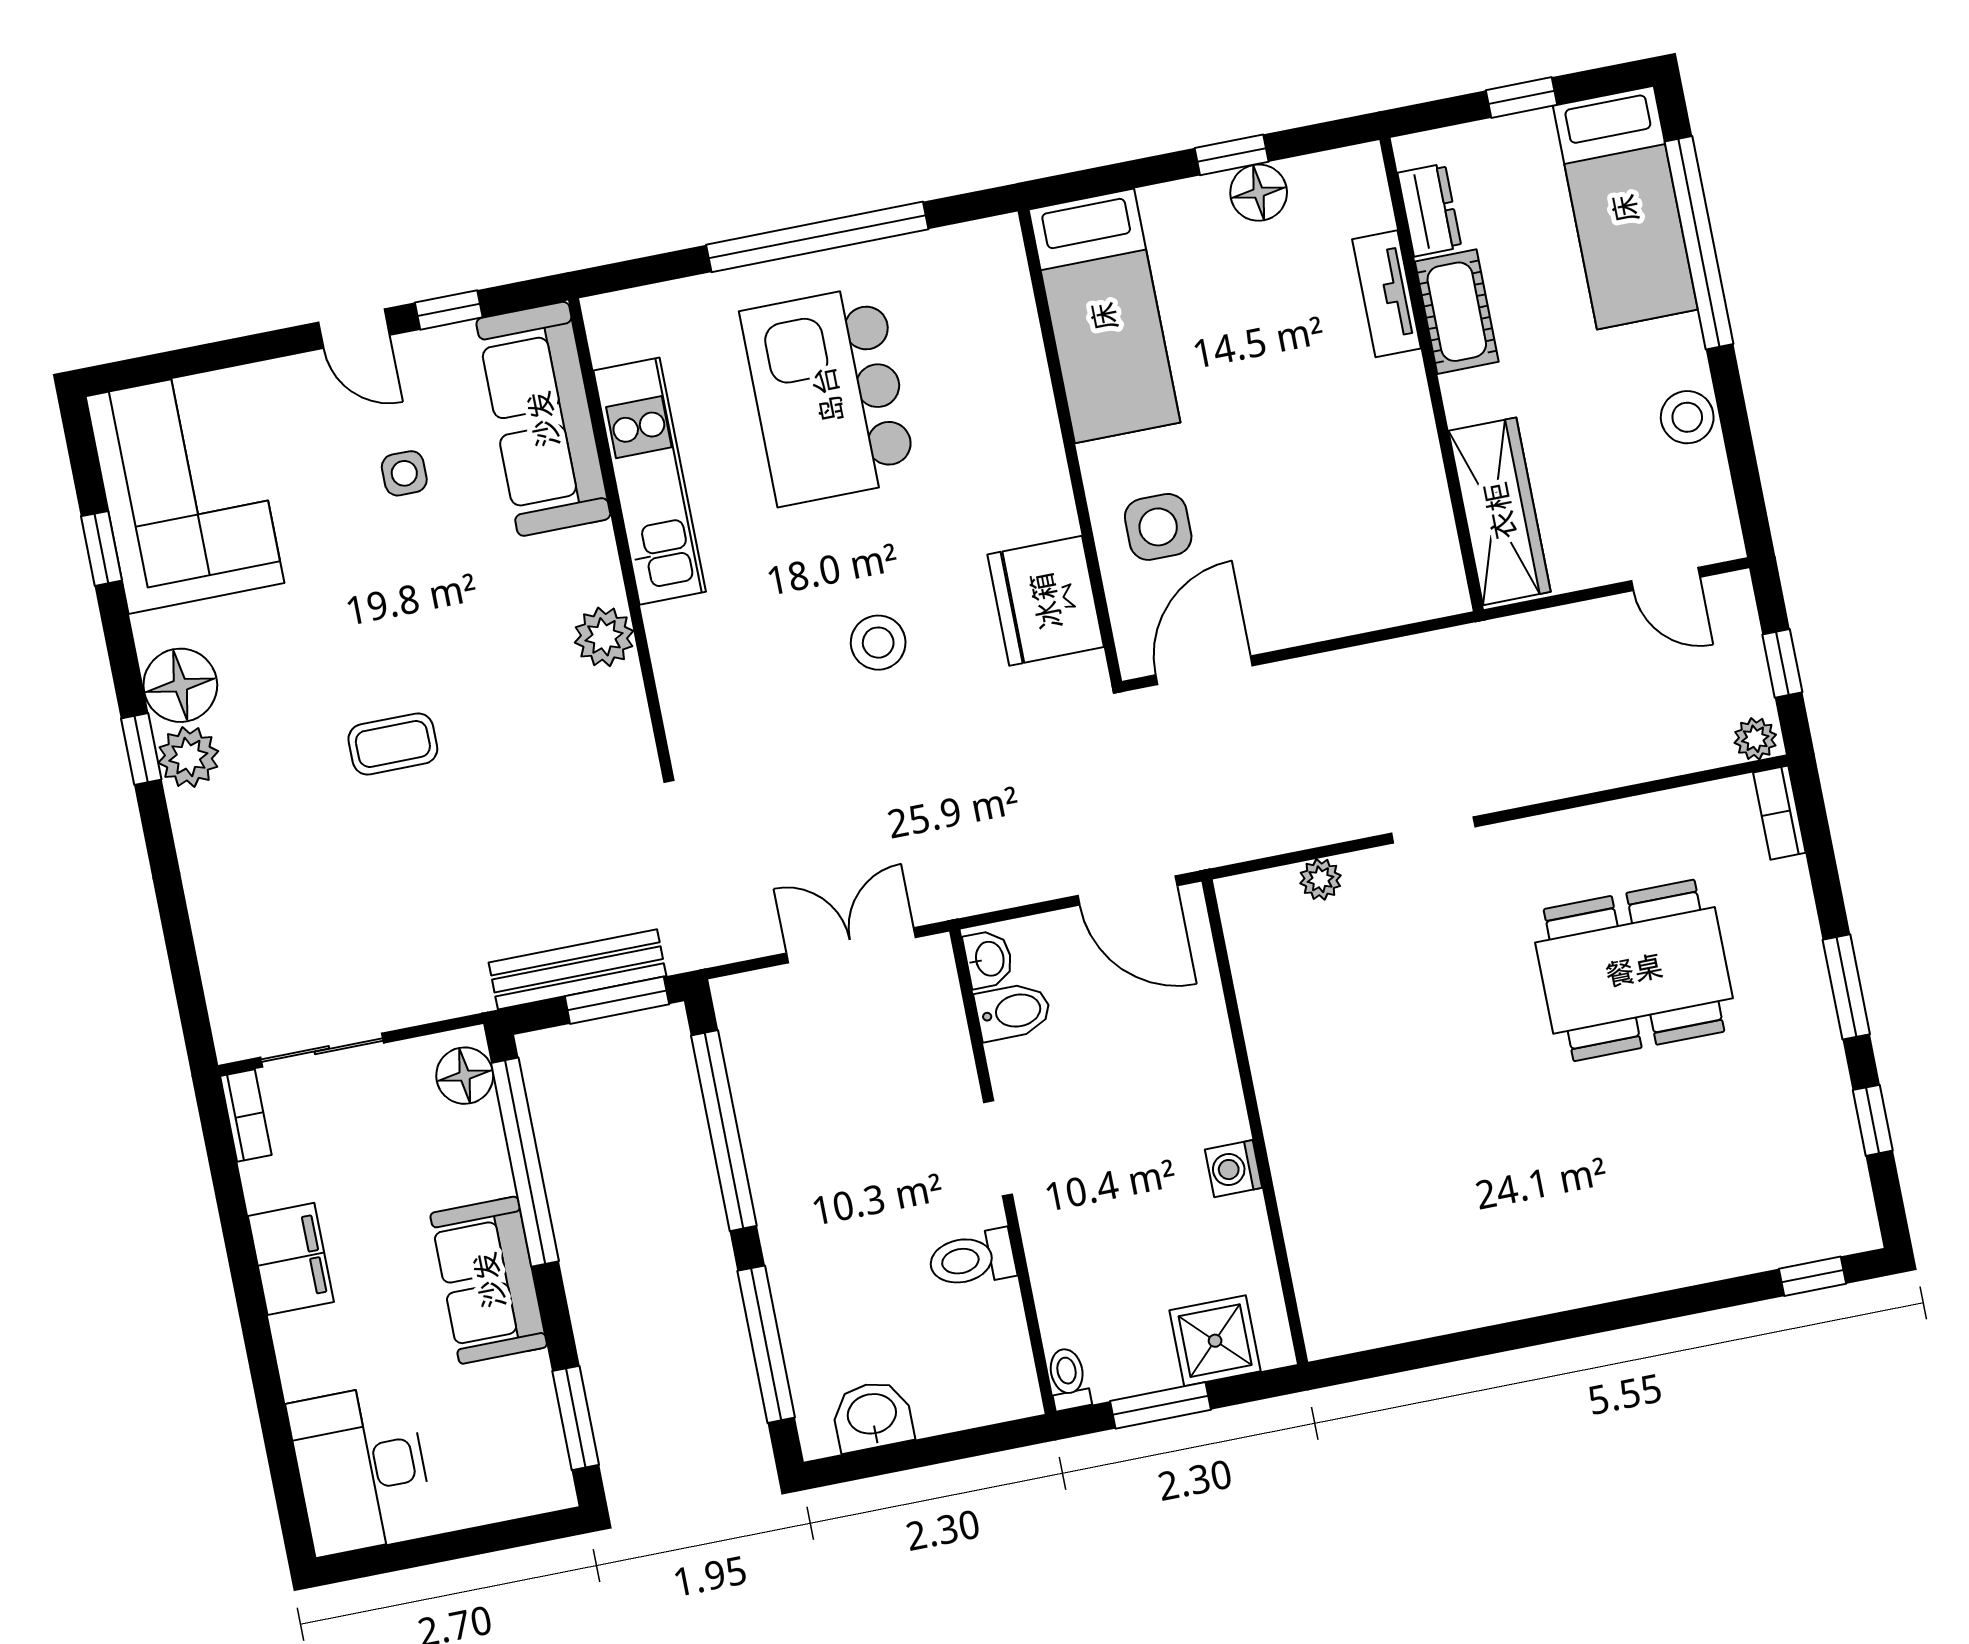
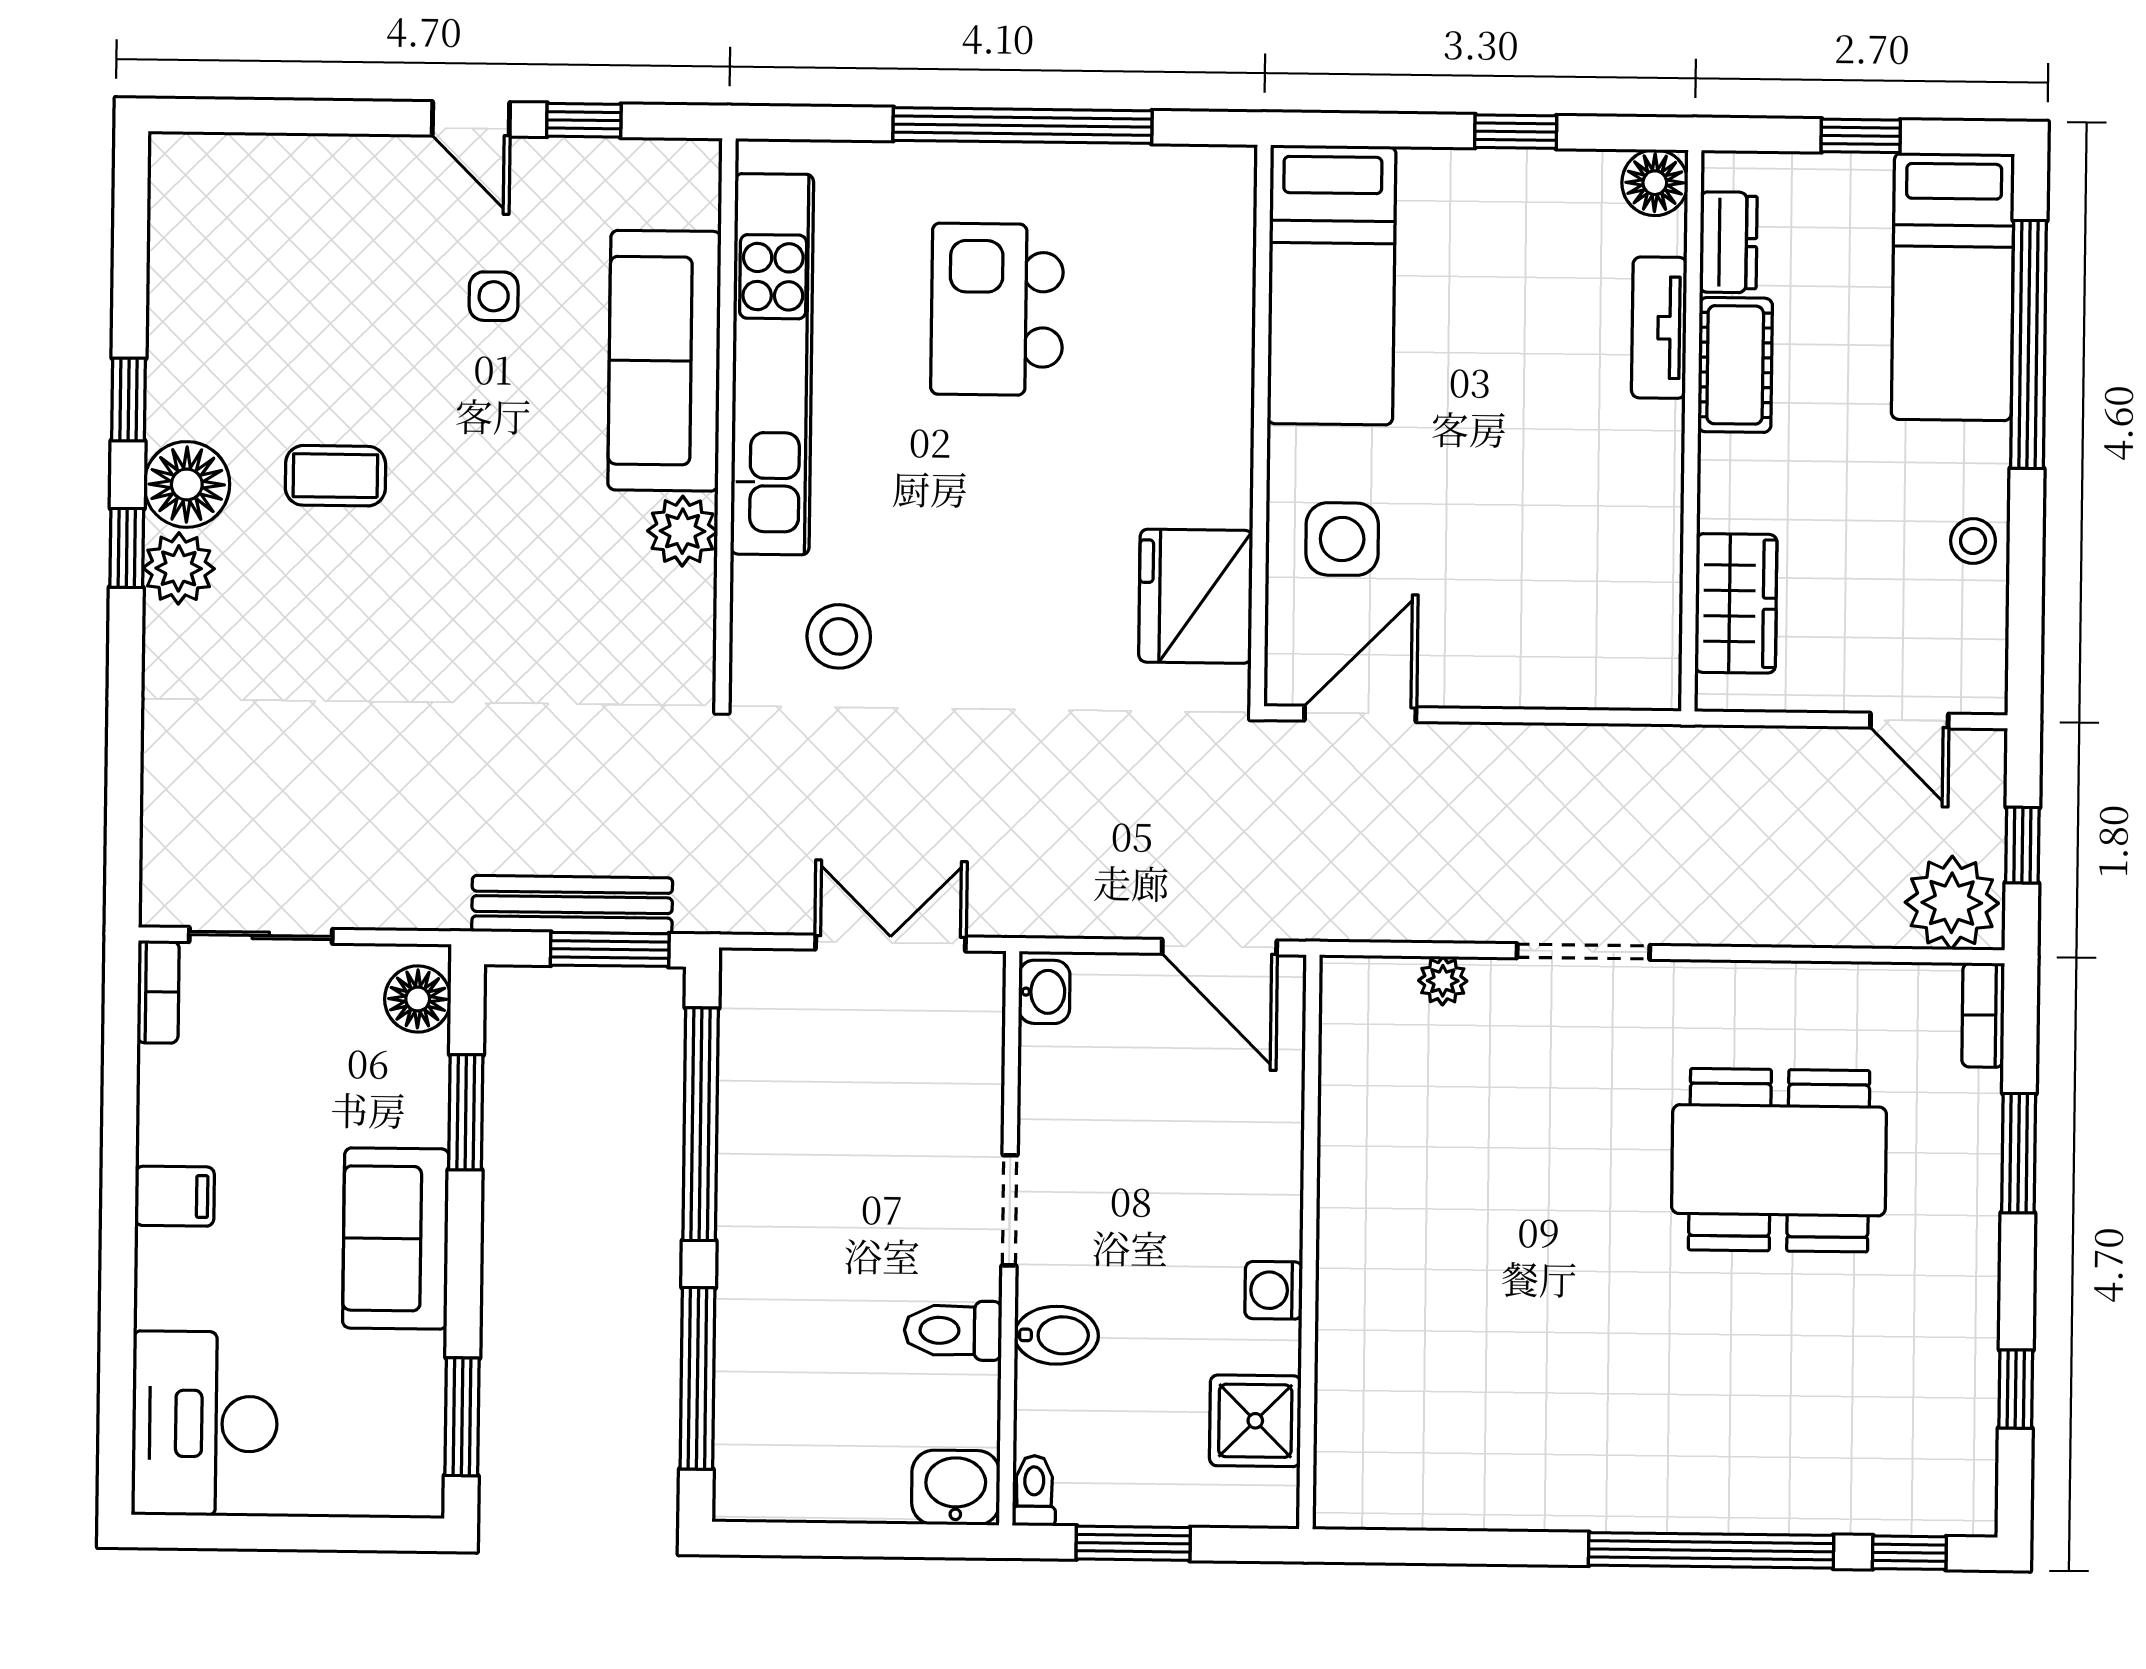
floor lamp: (1259, 193) -> (1655, 183), moved
kitchen island: (828, 395) -> (997, 309), width x0.73, depth x0.78
stool: (1687, 417) -> (1973, 541), width x0.73, depth x0.73
sofa: (543, 419) -> (664, 361), moved
kitchen unit: (650, 481) -> (772, 364), width x1.36
corner sofa: (185, 490) -> (239, 262), removed
wardrobe: (1500, 511) -> (1736, 603), width x0.67
window: (102, 548) -> (129, 400), moved
stool: (878, 643) -> (839, 636), moved
plant: (1755, 739) -> (1952, 903), width x1.88, depth x1.88
coffee table: (393, 744) -> (335, 476), moved
doorway: (1433, 830) -> (1583, 952), width x1.38
window: (1846, 987) -> (2019, 1153), moved
bidet: (1013, 1012) -> (1056, 1335), moved
window: (525, 1162) -> (466, 1112), width x0.47
filing cabinet: (291, 1259) -> (175, 1196), width x0.50
window: (1646, 1309) -> (1711, 1550), added
shower: (1215, 1341) -> (1255, 1421), moved
washbasin: (872, 1416) -> (956, 1488), moved

